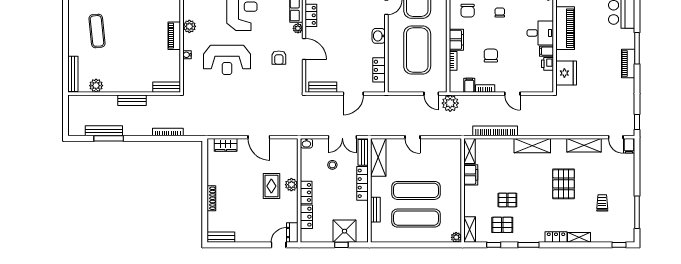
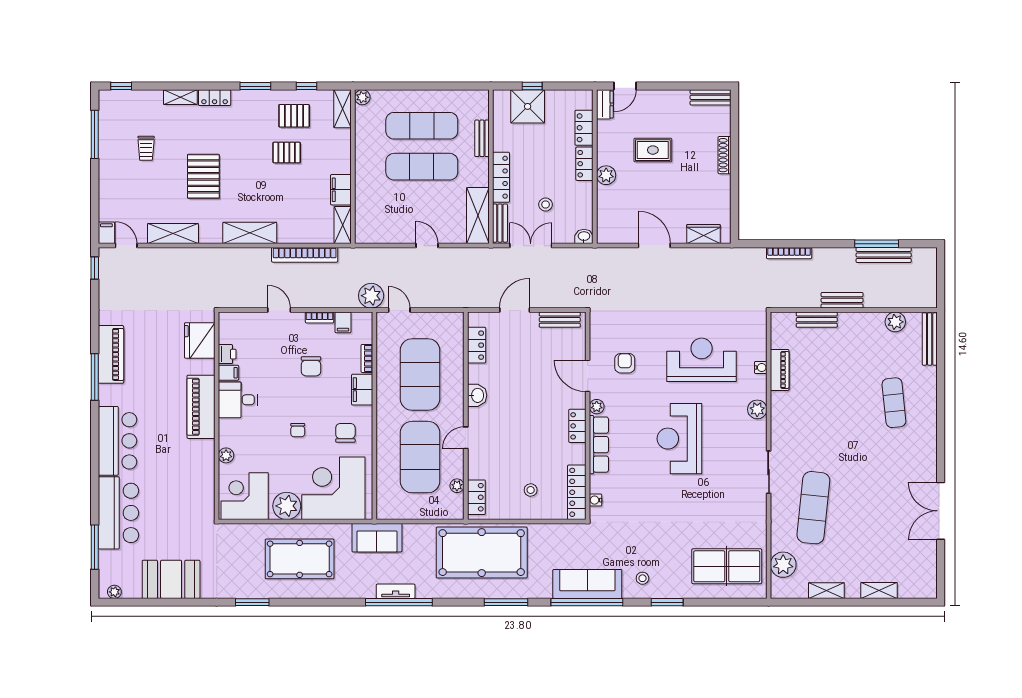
piano: (174, 36) -> (780, 370), moved
piano: (628, 64) -> (111, 354), width x1.37, depth x1.33
bench: (167, 87) -> (817, 320), moved
rug: (271, 186) -> (653, 150), moved, turned 90

